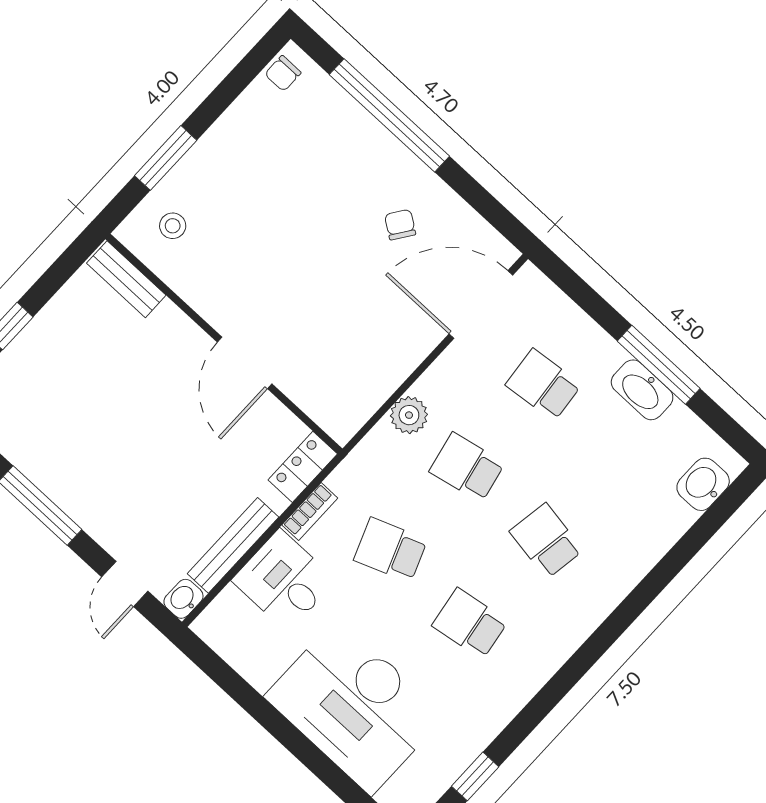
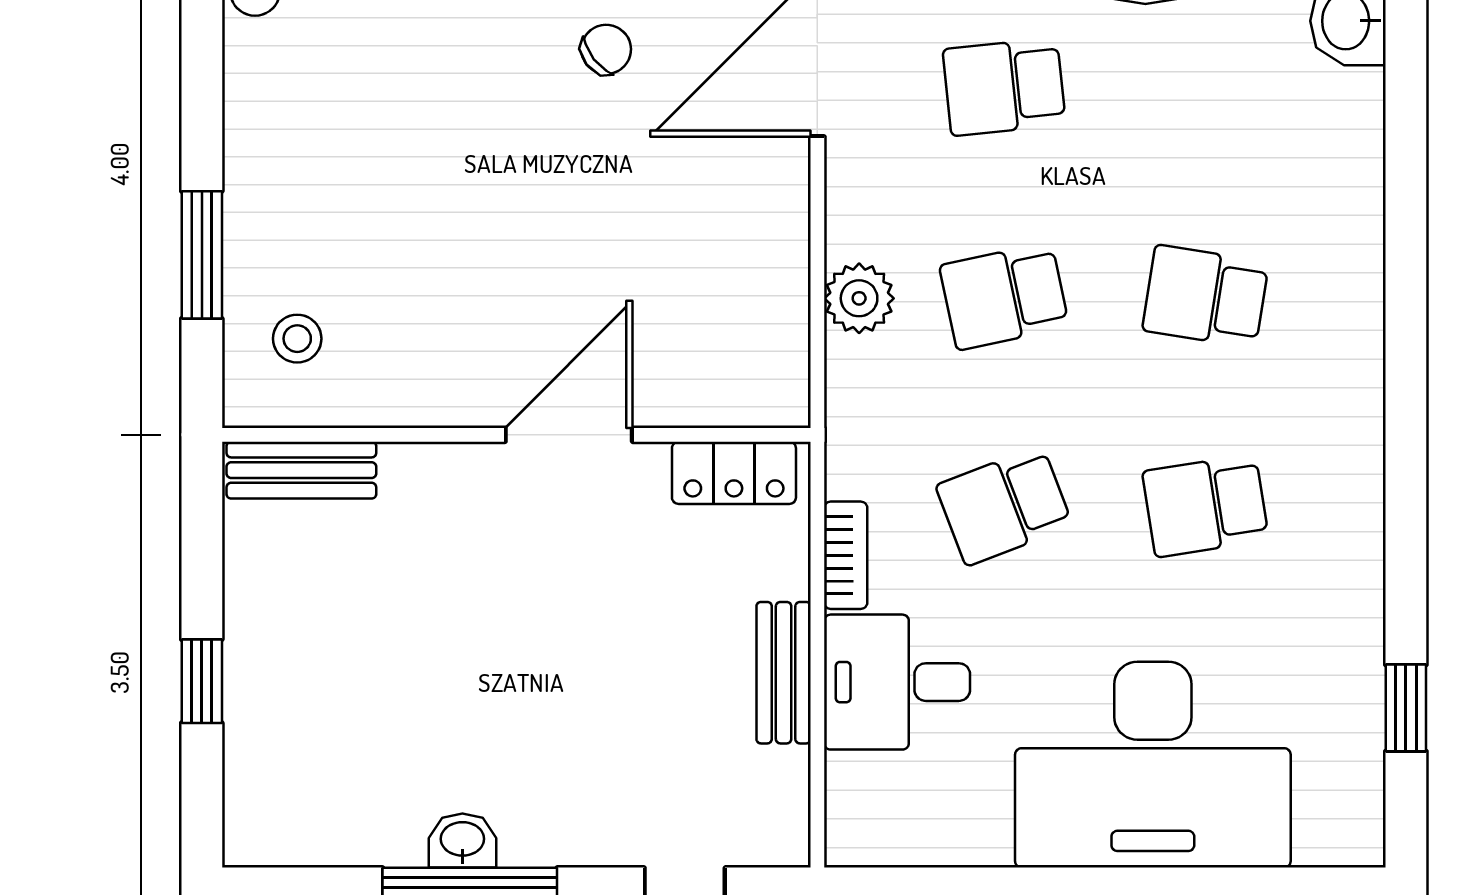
chair: (400, 225) -> (606, 49), turned 107
door: (245, 363) -> (569, 435), swing flipped
locker: (303, 467) -> (734, 473), moved, turned -90
bench: (233, 545) -> (784, 673), width x0.73
washbasin: (183, 599) -> (462, 841), moved, turned 90

